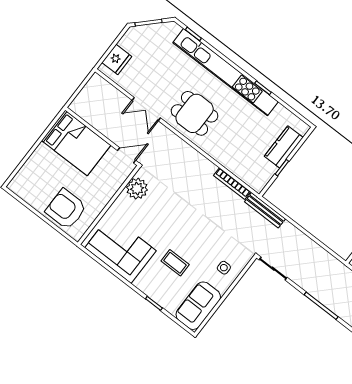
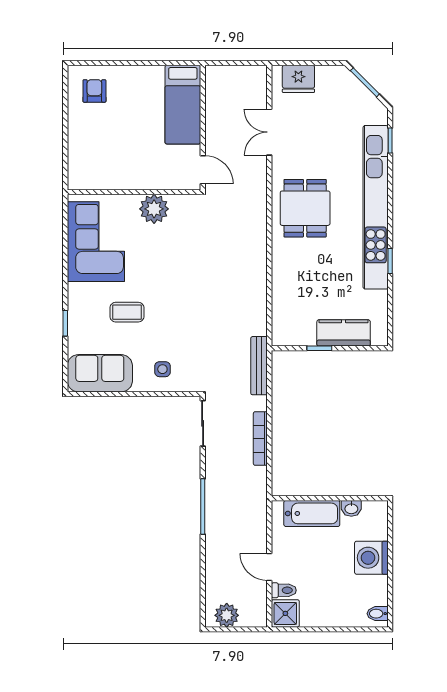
double door: (146, 109) -> (269, 132), moved
bed: (76, 143) -> (183, 105), width x0.67
bookcase: (232, 184) -> (260, 439), moved
plant: (137, 189) -> (154, 209), moved
armchair: (66, 209) -> (94, 91), moved, width x0.53, depth x0.53
coffee table: (175, 263) -> (127, 312), turned 90

